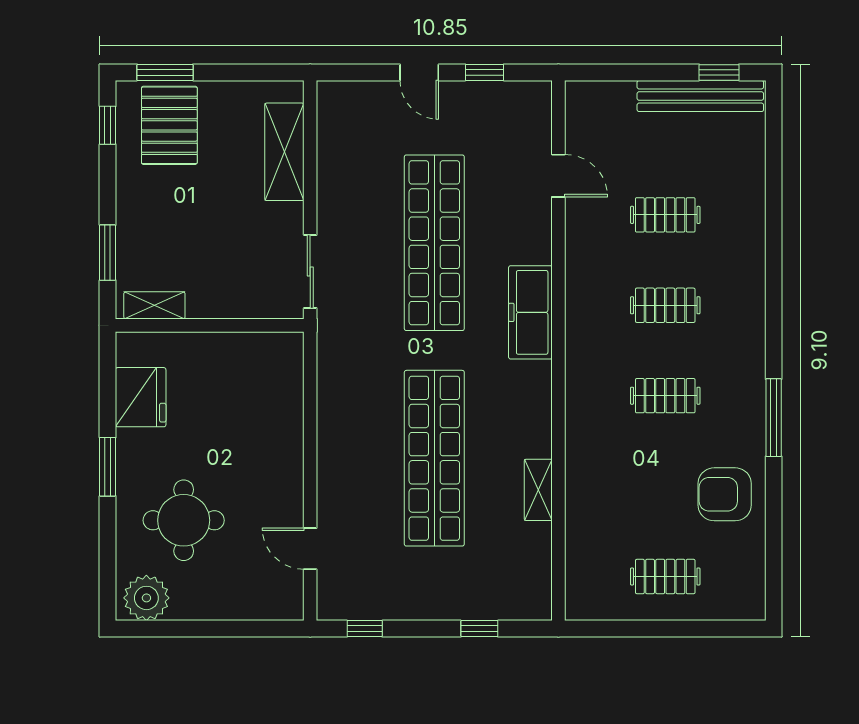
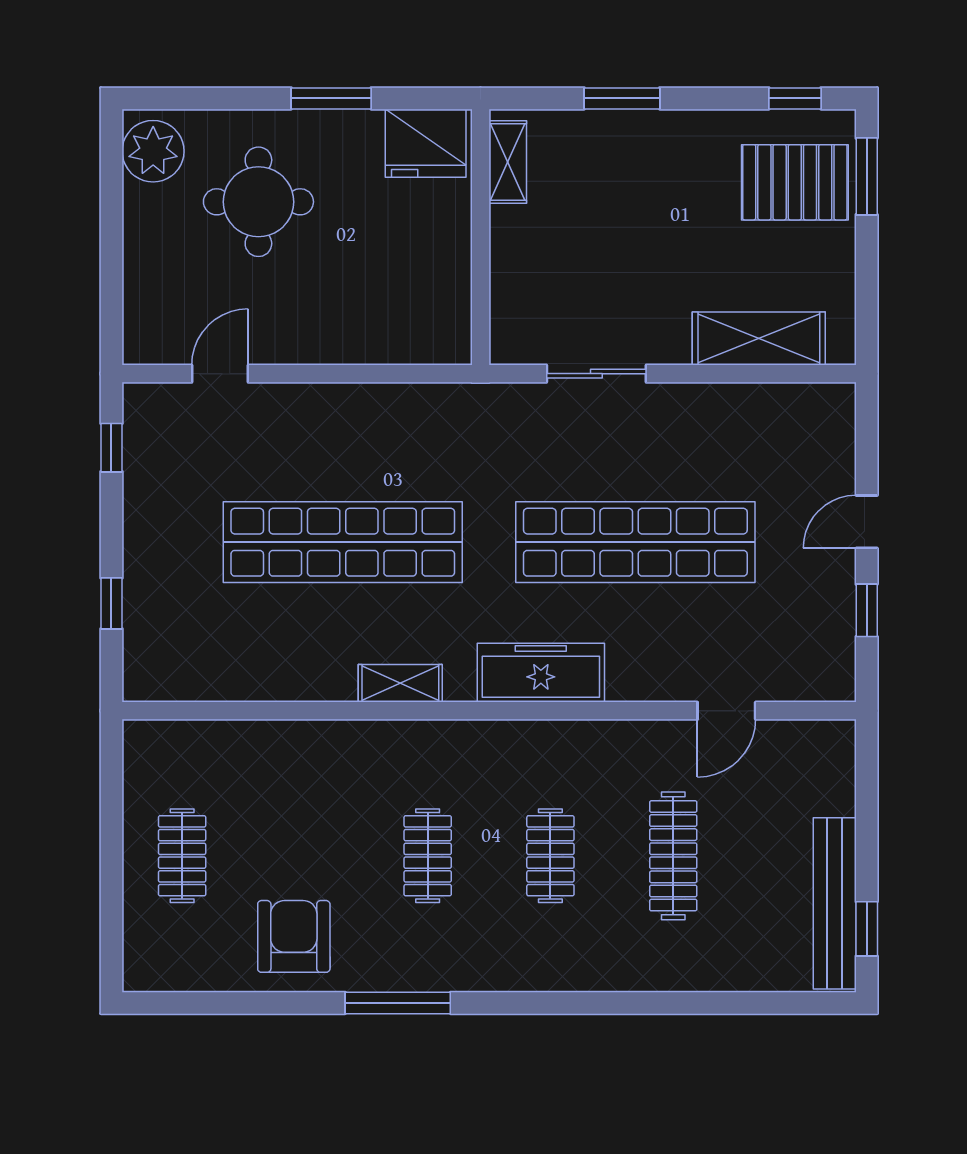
clothes rail: (665, 215) -> (673, 856), width x1.36
shelving: (154, 305) -> (508, 162), moved
wall: (210, 325) -> (481, 237), moved
shelving: (538, 490) -> (400, 683), moved

